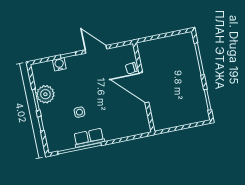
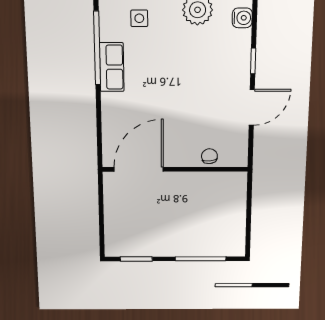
water cooler: (59, 64) -> (242, 18), moved
door: (144, 88) -> (139, 169), moved
side table: (79, 112) -> (139, 18), moved

